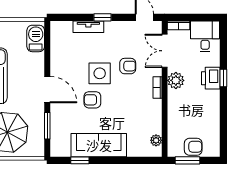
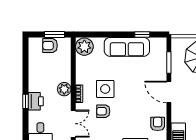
side table: (100, 73) -> (105, 89), moved
plant: (176, 80) -> (64, 89), moved
armchair: (92, 100) -> (158, 124), moved, turned -90
plant: (156, 140) -> (84, 47), width x1.87, depth x1.87

